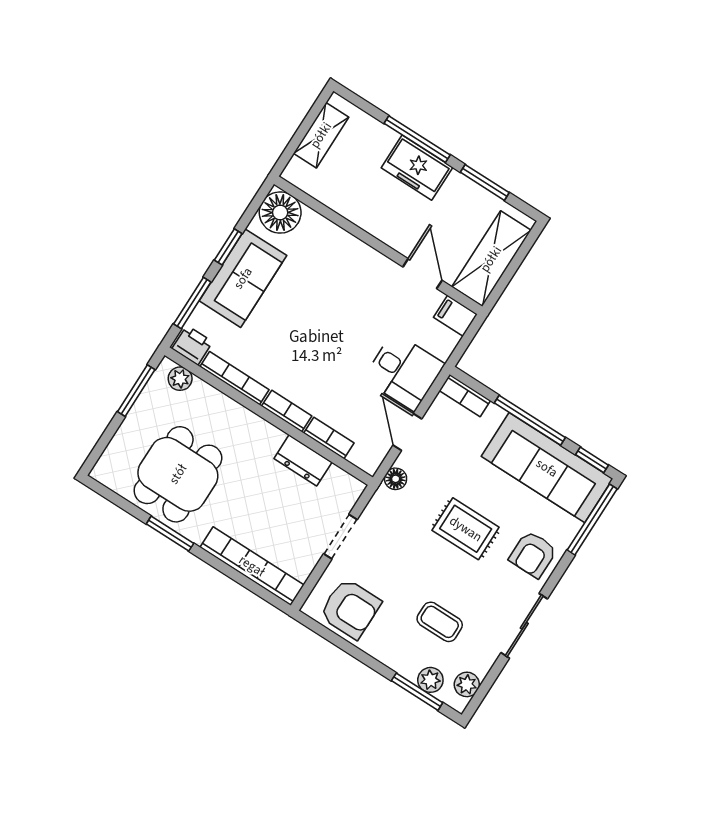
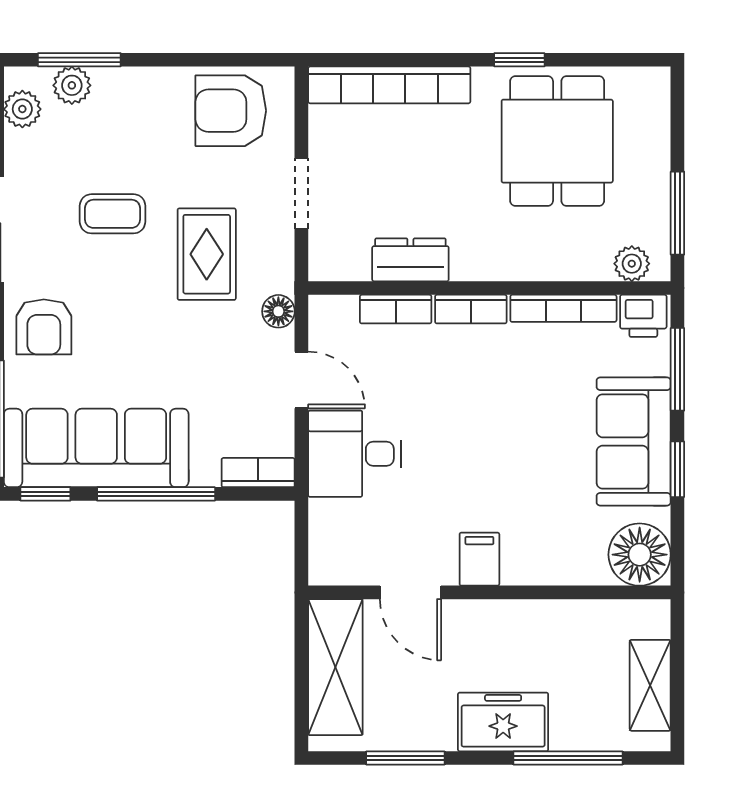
window: (417, 139) -> (568, 758), moved
filing cabinet: (455, 316) -> (479, 559), moved, turned -90
rug: (466, 529) -> (207, 254), moved, turned 90
window: (170, 534) -> (519, 60), width x0.67
armchair: (533, 554) -> (44, 327), turned 180
coffee table: (440, 622) -> (113, 214), moved

